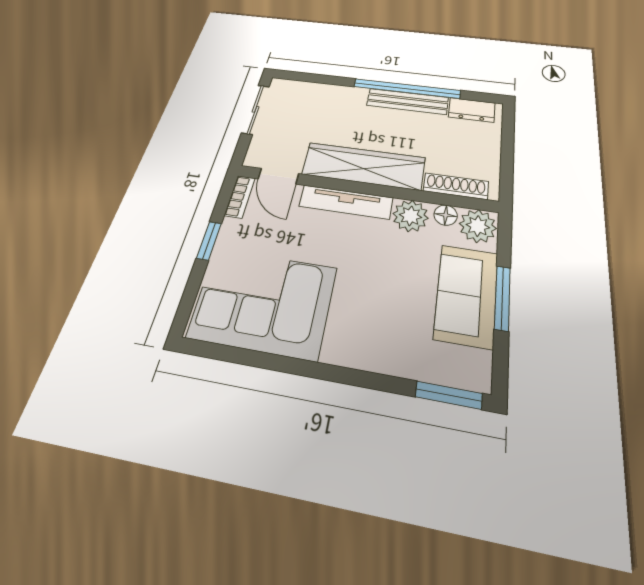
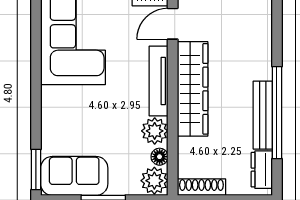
shoe rack: (456, 186) -> (201, 187), moved, turned -90
sofa: (466, 295) -> (74, 176), moved

